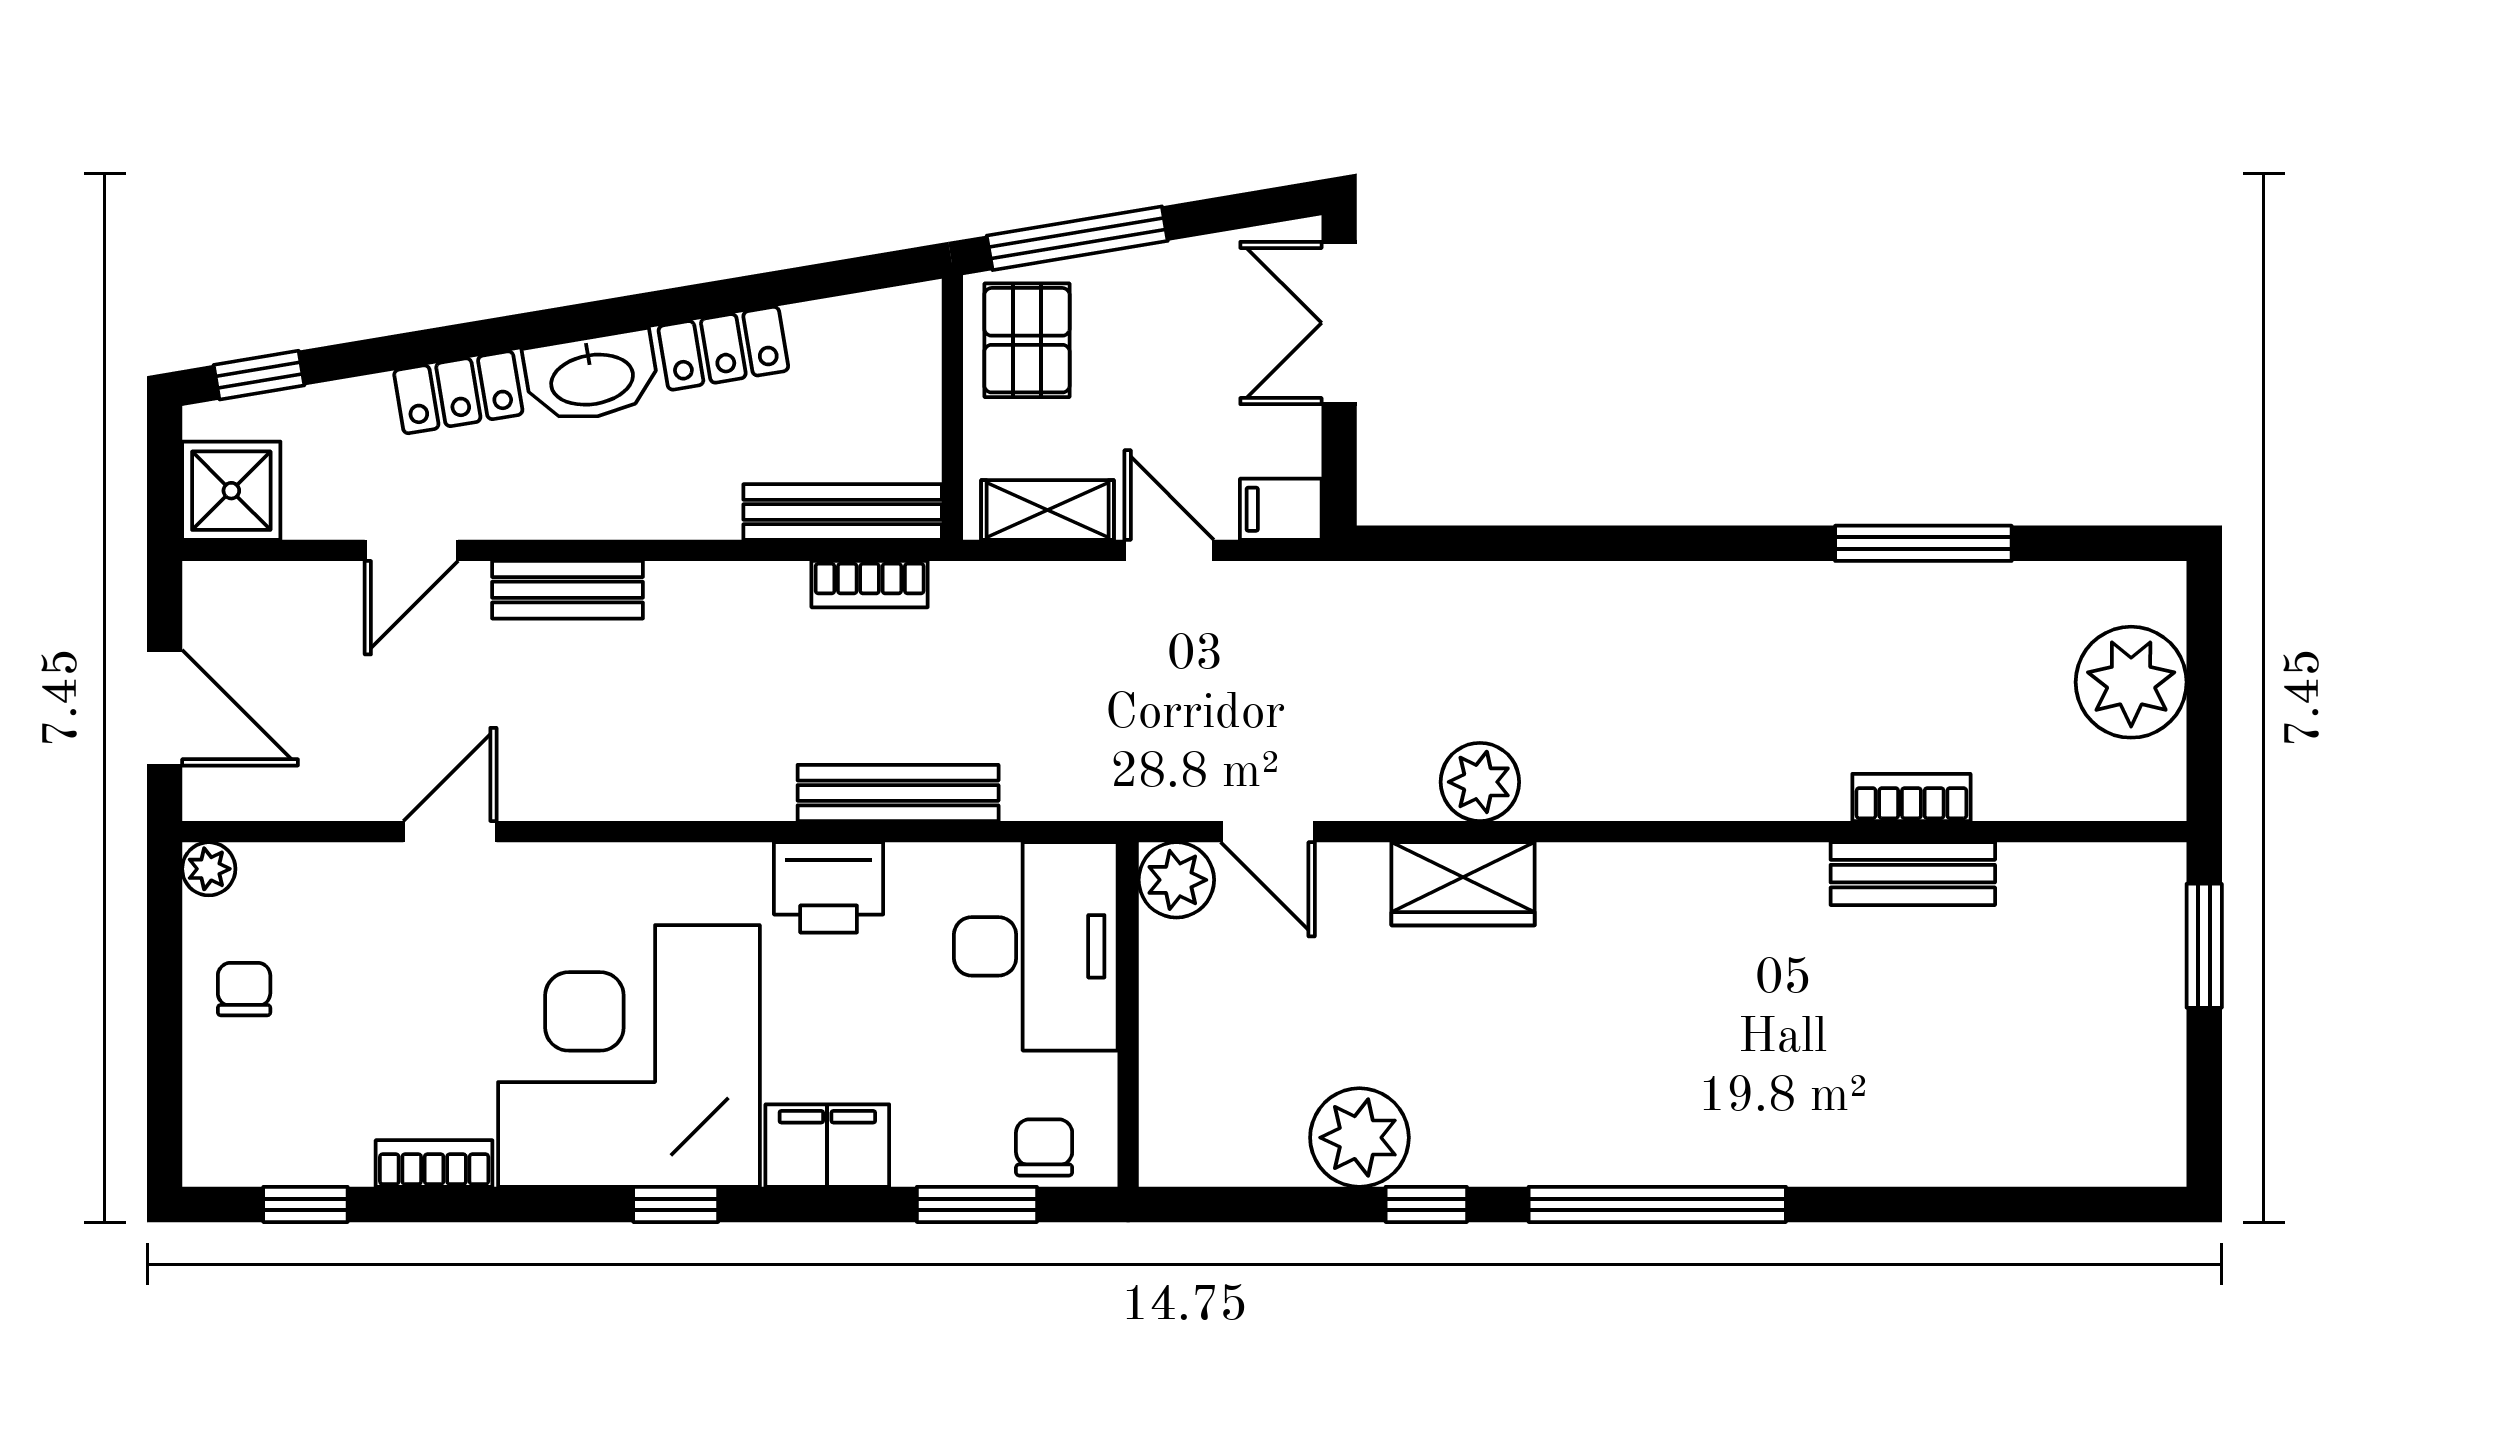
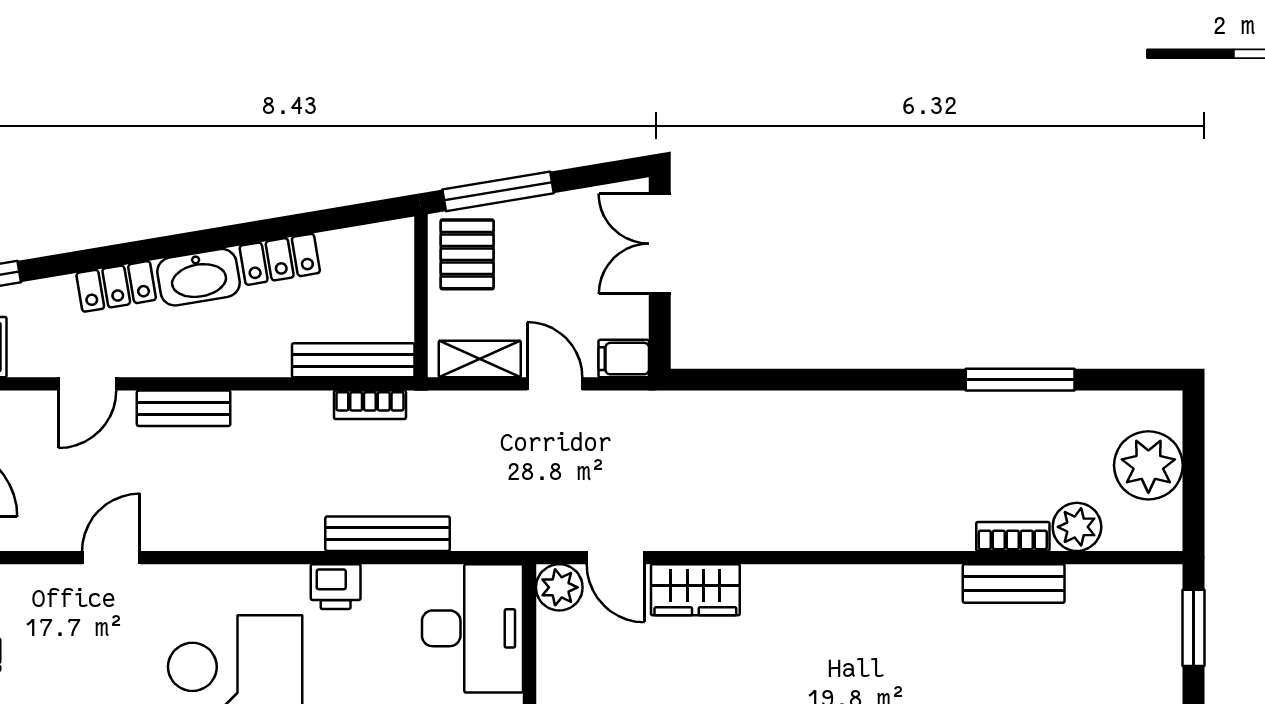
plant: (1480, 782) -> (1077, 527), moved
wardrobe: (1463, 884) -> (695, 590), moved
printer: (829, 887) -> (336, 587), width x0.73, depth x0.81

